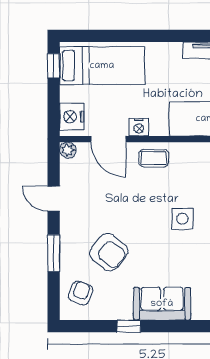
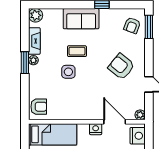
coffee table: (154, 158) -> (77, 51), moved
armchair: (109, 252) -> (121, 67), moved
window: (54, 253) -> (149, 27), moved

